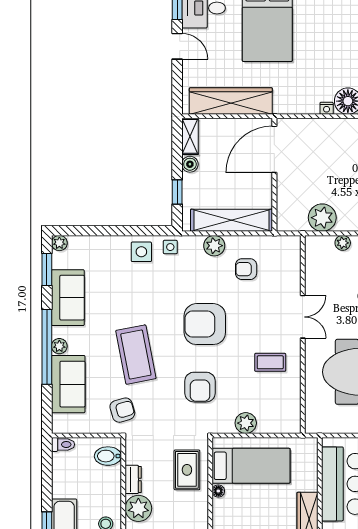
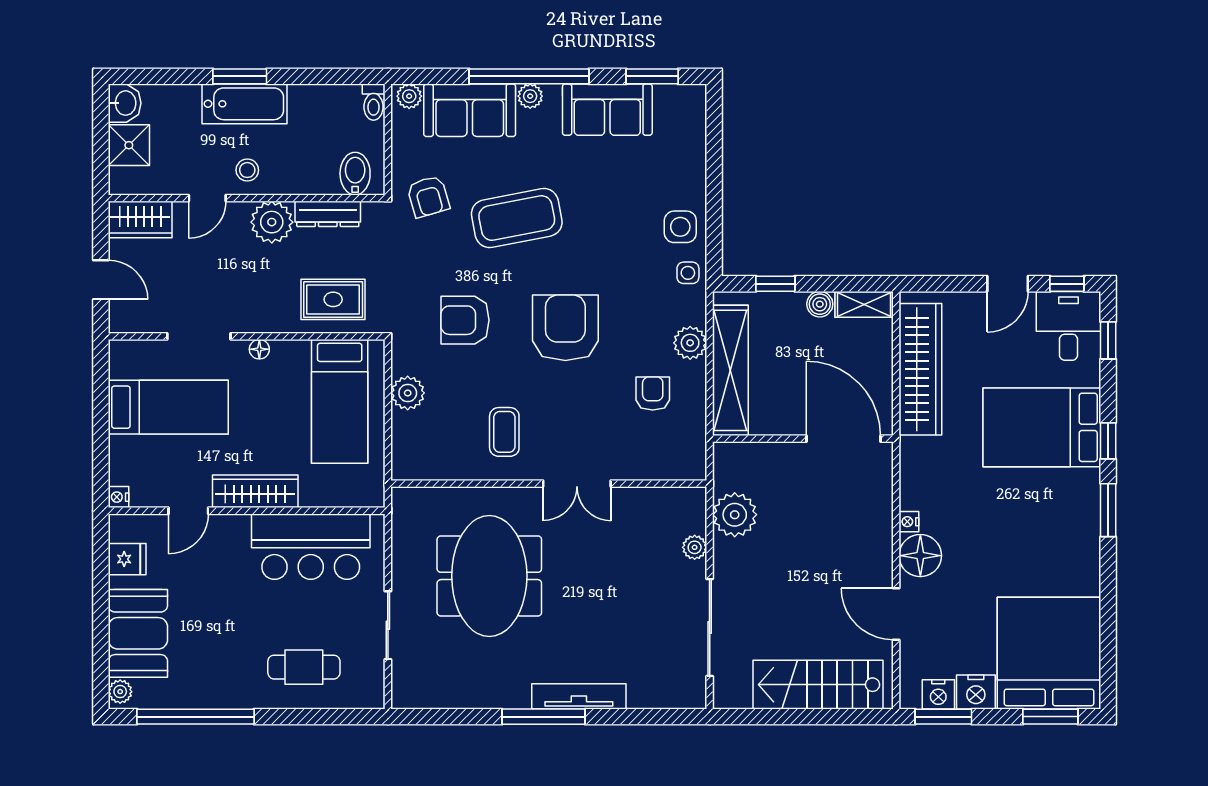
plant: (59, 243) -> (409, 96), moved
dresser: (133, 479) -> (328, 214), width x1.44
floor lamp: (218, 491) -> (259, 349), moved

